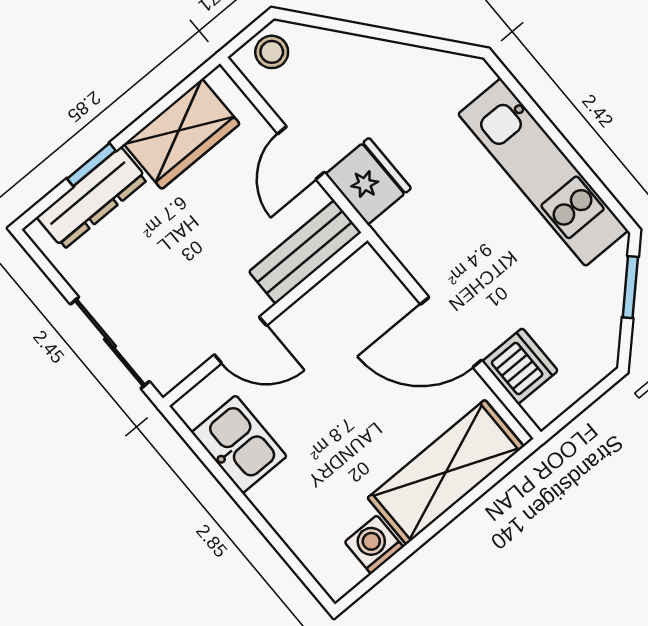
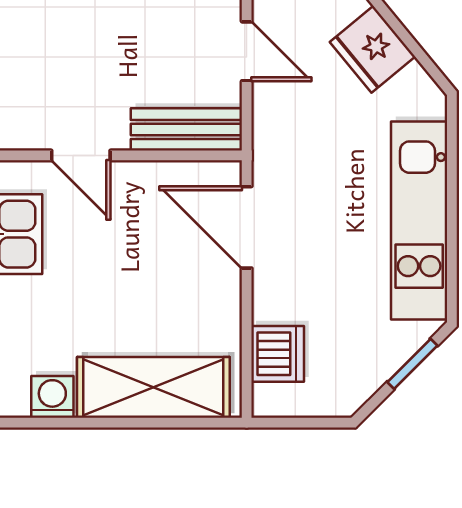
door: (301, 153) -> (247, 51), swing flipped
fridge: (368, 181) -> (373, 49), moved, turned 141
door: (451, 332) -> (247, 227), moved

